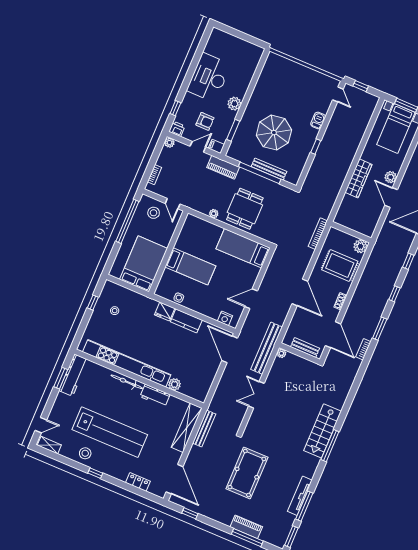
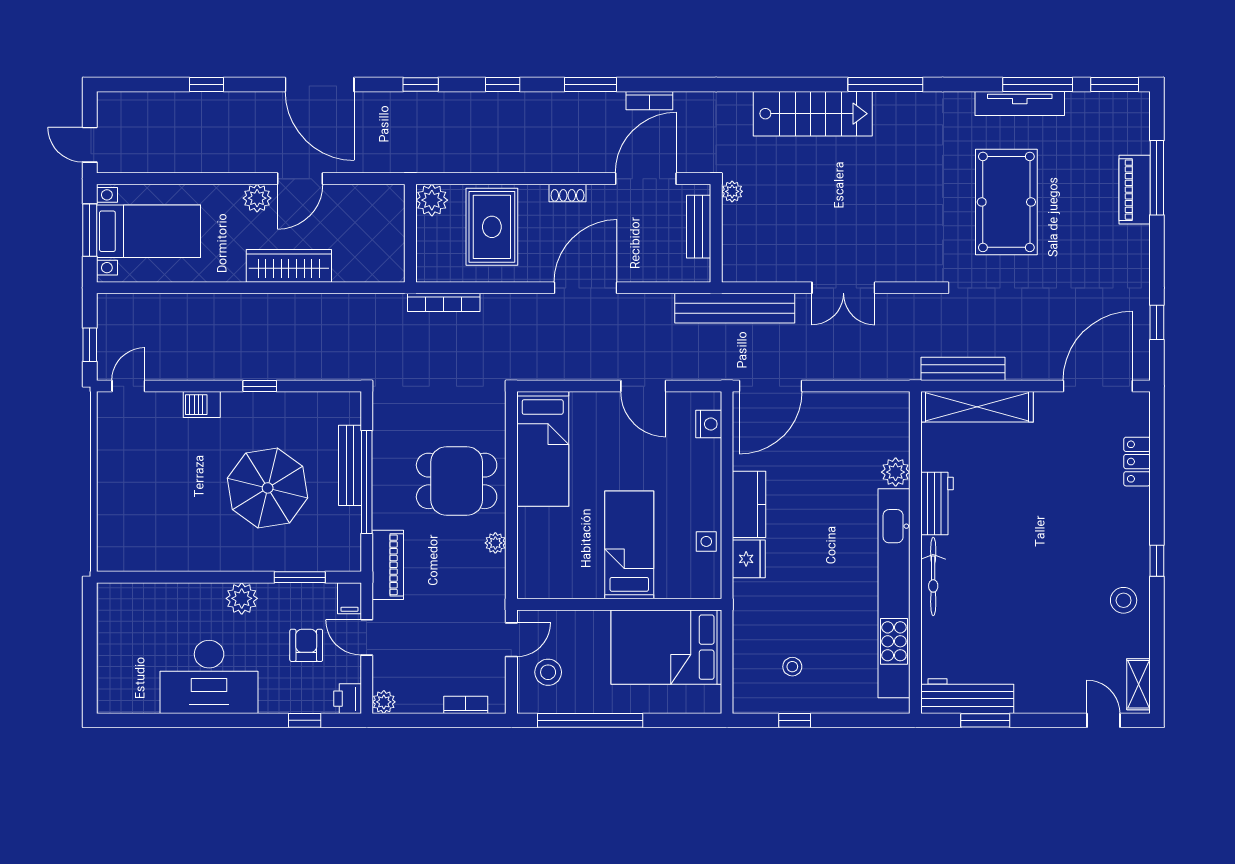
plant: (281, 353) -> (732, 191), moved
stairs: (323, 431) -> (813, 114), moved
lab bench: (110, 432) -> (1056, 567), removed
pool table: (247, 473) -> (1006, 202), moved, turned 90

